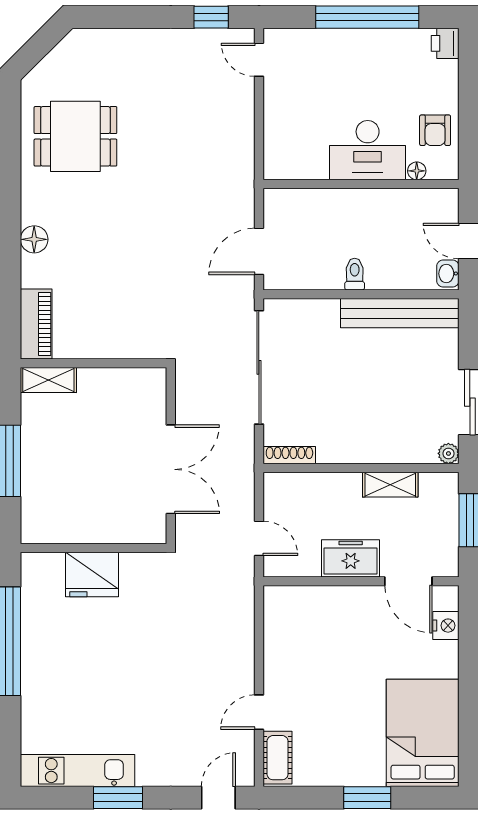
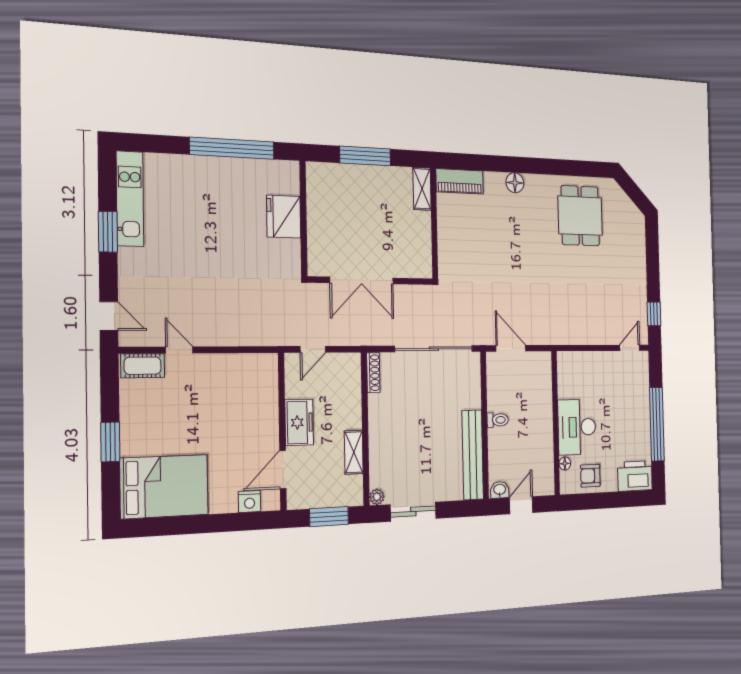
printer: (445, 43) -> (635, 476), width x1.87, depth x1.48

